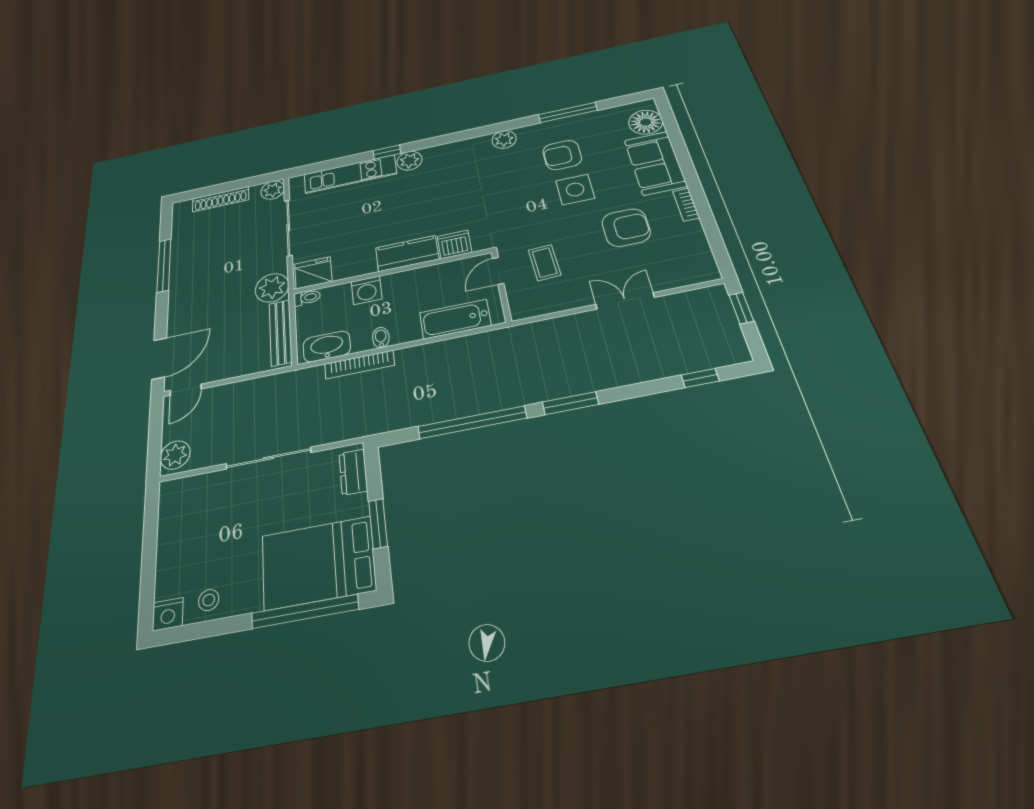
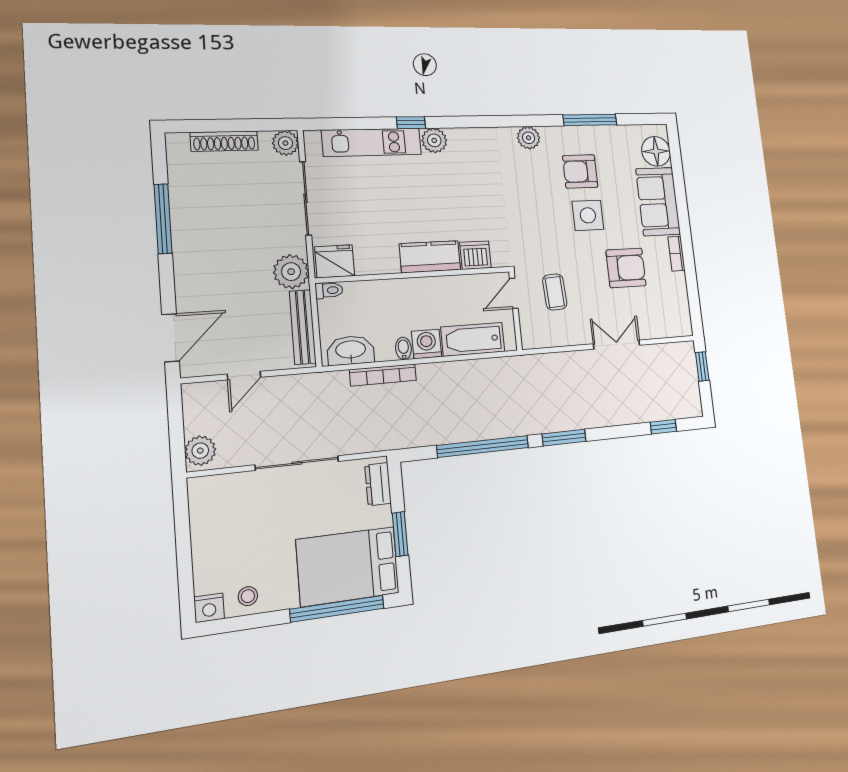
washing machine: (367, 290) -> (427, 344), moved, turned 180
door: (186, 390) -> (244, 376), moved

